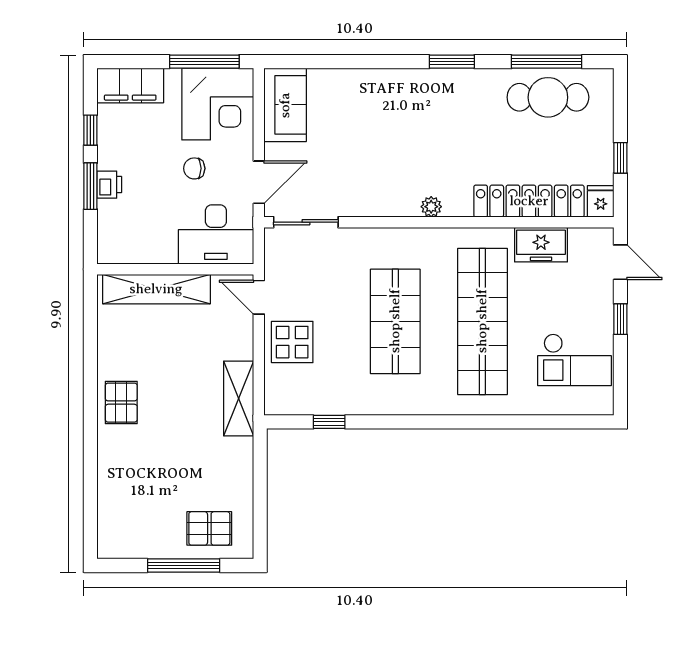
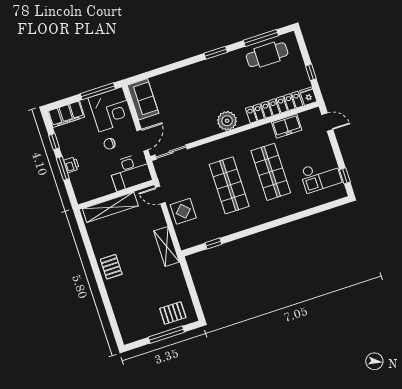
plant: (431, 207) -> (227, 121), width x1.87, depth x1.87
window: (620, 319) -> (345, 176), moved
shop shelf: (482, 321) -> (271, 172), width x0.71

